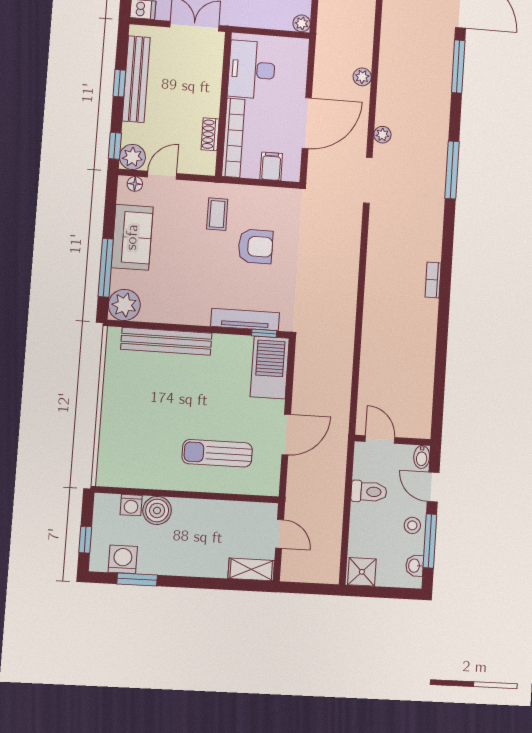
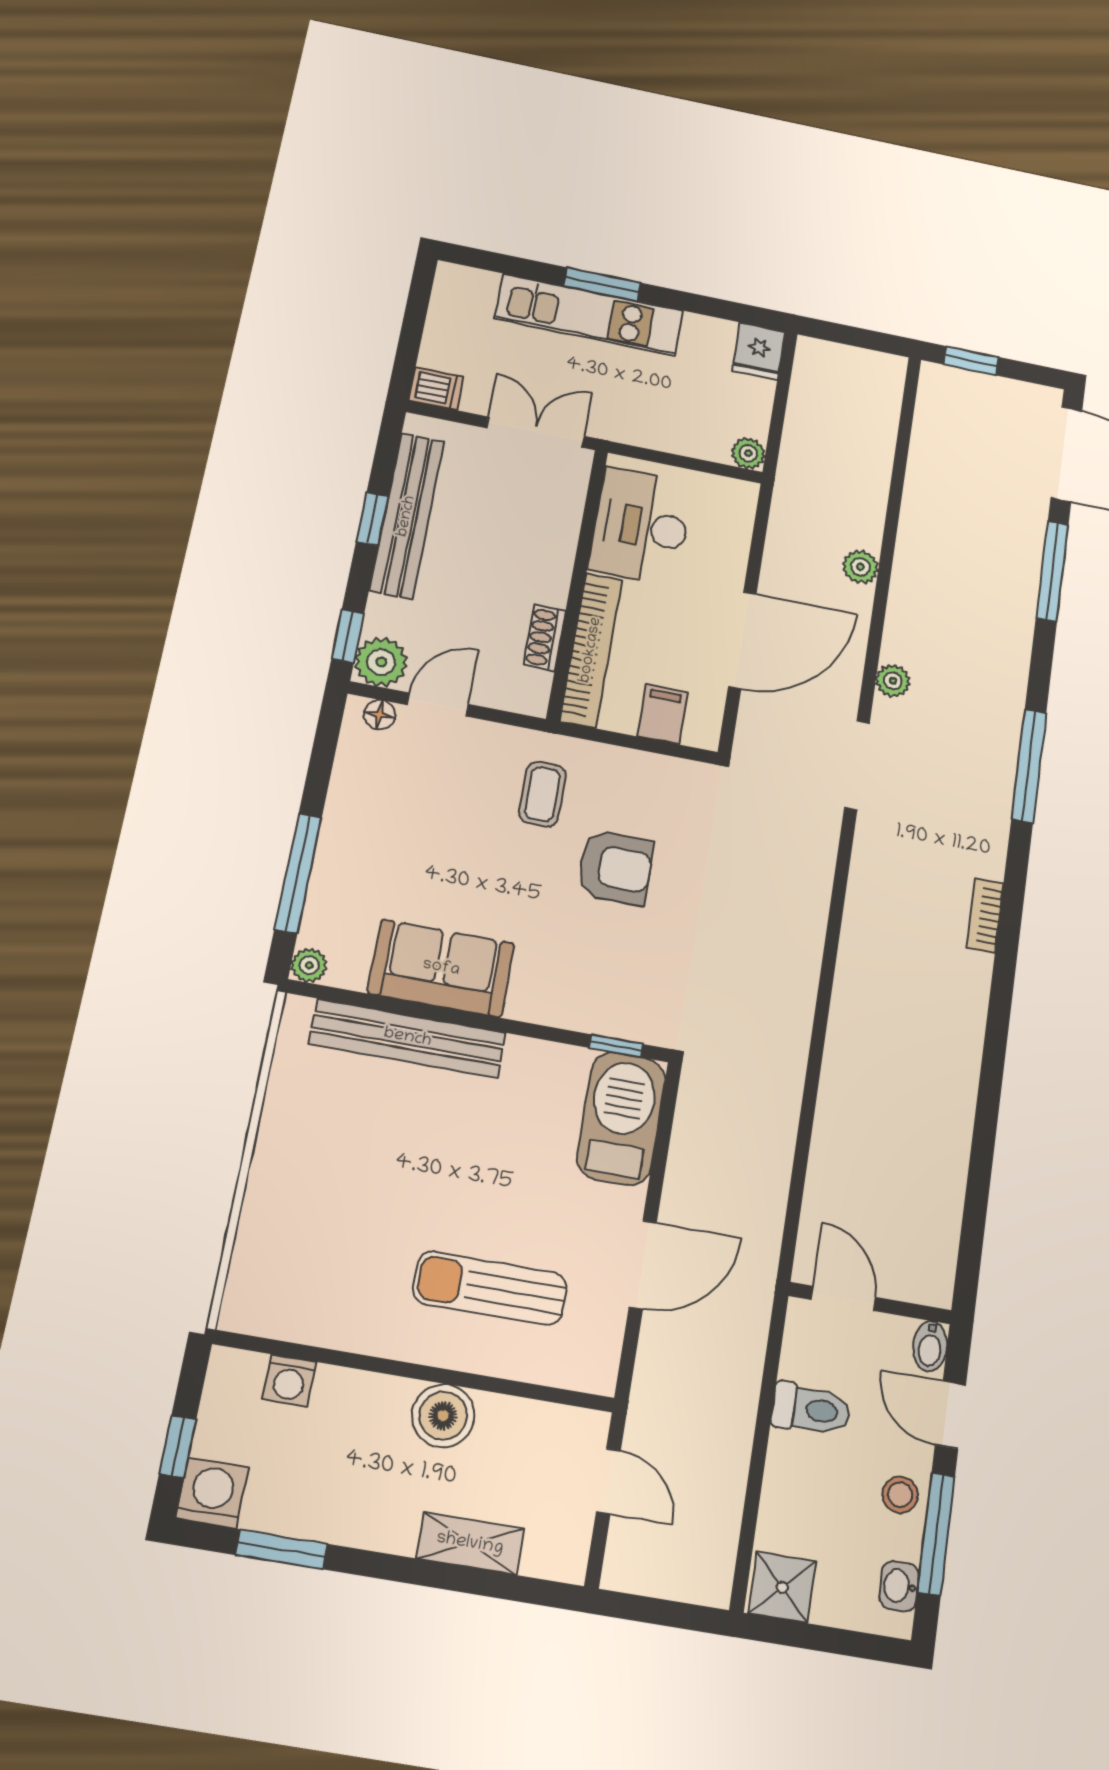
sofa: (132, 237) -> (441, 968), moved, turned -90
bookcase: (433, 280) -> (985, 916), moved
plant: (124, 305) -> (309, 965), width x0.53, depth x0.53
tv unit: (245, 320) -> (579, 1013), removed
boiler: (157, 510) -> (443, 1416), moved
washing machine: (123, 559) -> (212, 1493), moved
shelving: (251, 569) -> (470, 1544), moved

